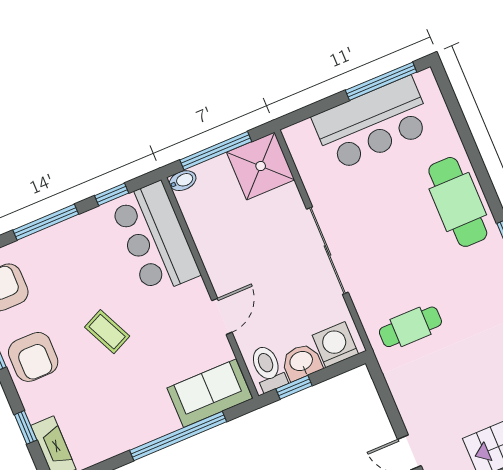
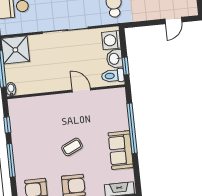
bar counter: (155, 238) -> (35, 111), removed
sofa: (210, 393) -> (121, 150), moved

